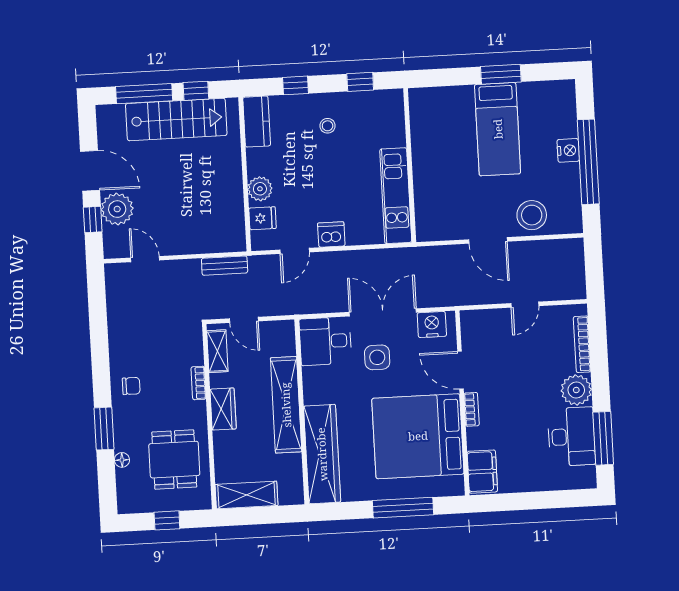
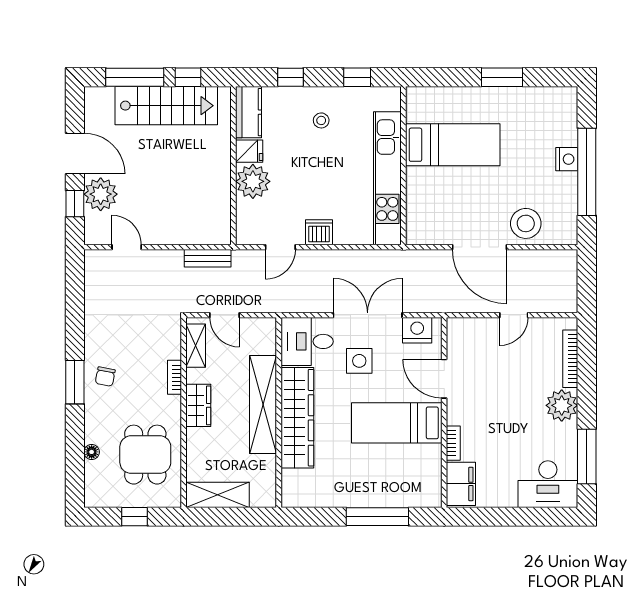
bed: (498, 129) -> (453, 145), moved, turned -90
plant: (260, 189) -> (253, 181), width x1.36, depth x1.36
kitchen unit: (396, 196) -> (387, 178), width x1.36
fridge: (262, 218) -> (249, 151), moved
door: (488, 240) -> (479, 247), width x1.36
chair: (131, 386) -> (105, 377), turned 101
bookcase: (472, 409) -> (453, 443), moved
window: (104, 429) -> (75, 382), moved
bed: (418, 436) -> (397, 423), width x0.49
desk: (571, 437) -> (548, 484), moved, turned 90
wardrobe: (322, 454) -> (297, 418), moved

